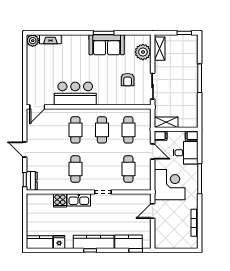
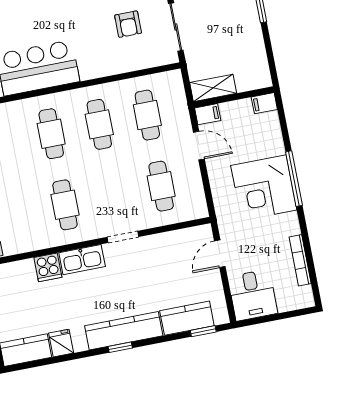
desk: (186, 153) -> (253, 295), moved, turned 90
corner desk: (170, 185) -> (264, 188), moved, turned 180

